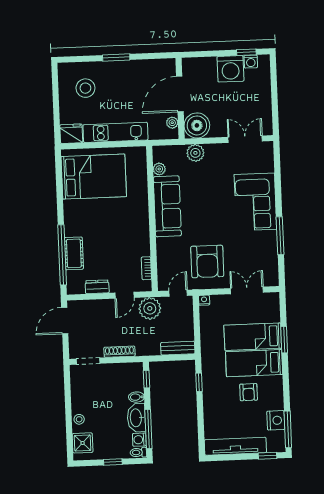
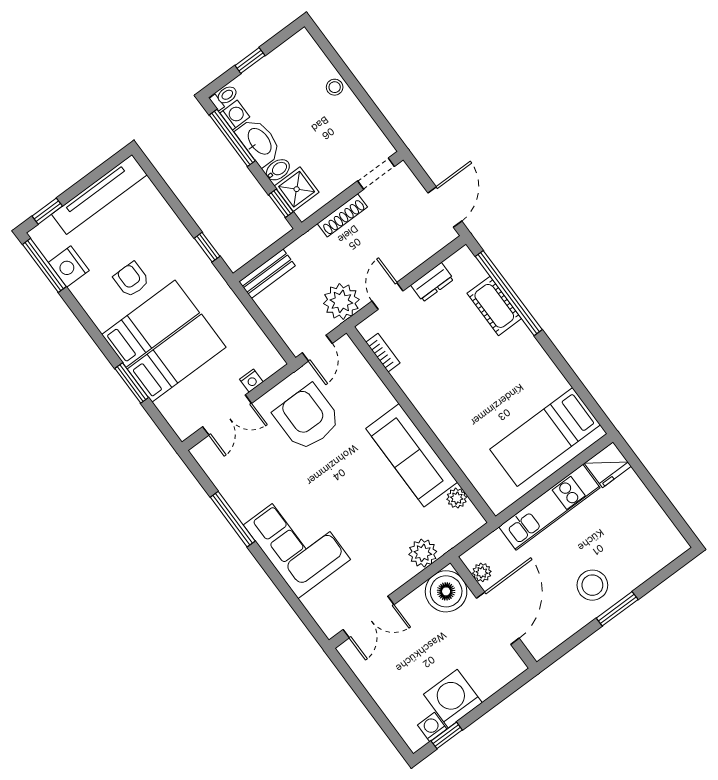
stool: (85, 88) -> (592, 585), moved
bed: (94, 177) -> (545, 437), width x0.67
nightstand: (204, 300) -> (251, 381), moved
shower: (83, 443) -> (297, 189), moved

